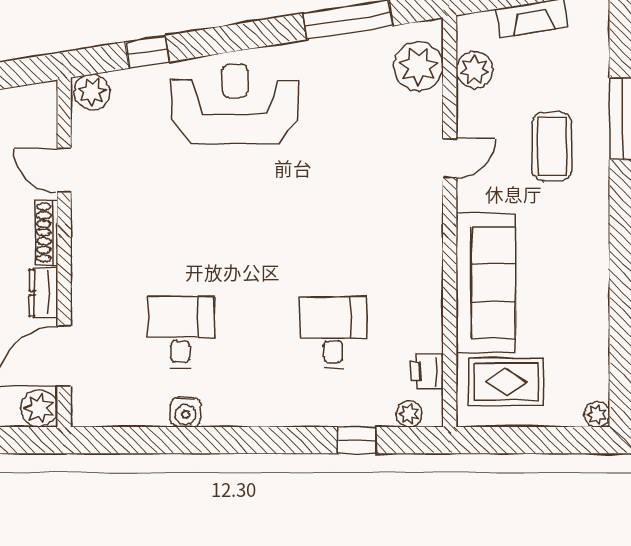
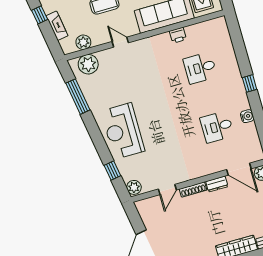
printer: (427, 371) -> (178, 35), moved
plant: (409, 414) -> (223, 30), removed
window: (357, 440) -> (250, 83), moved

